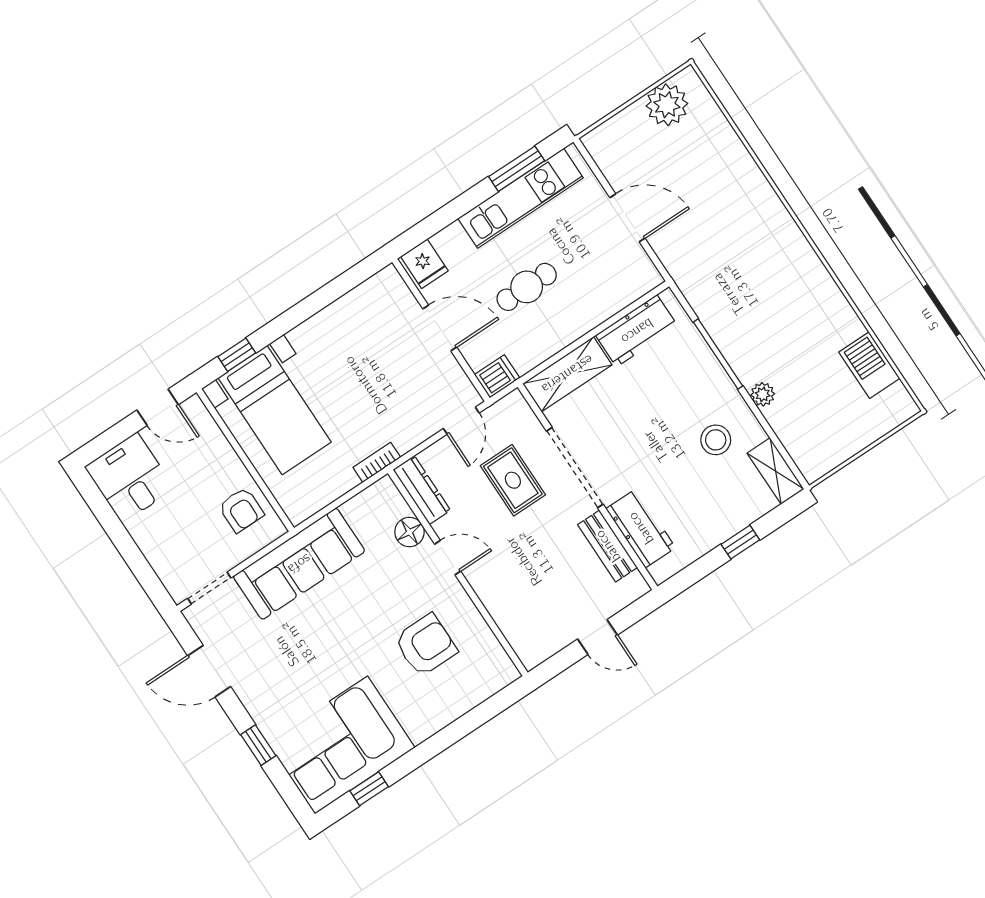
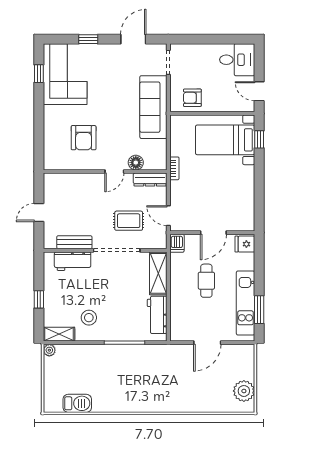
plant: (763, 394) -> (49, 350), moved
door: (158, 407) -> (259, 91), hinge flipped

